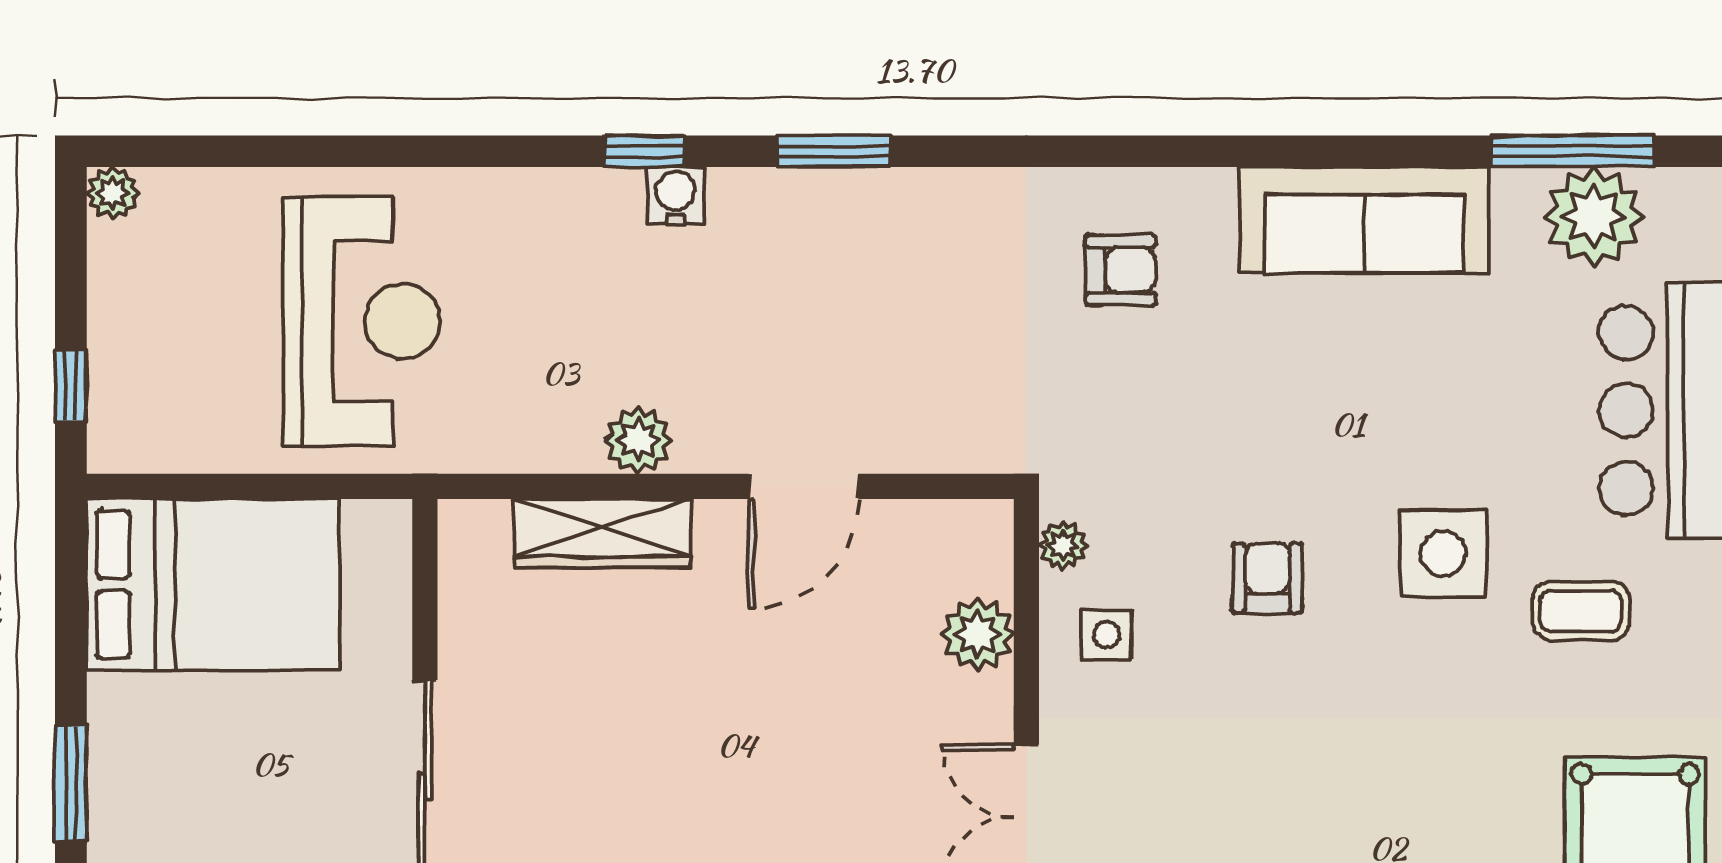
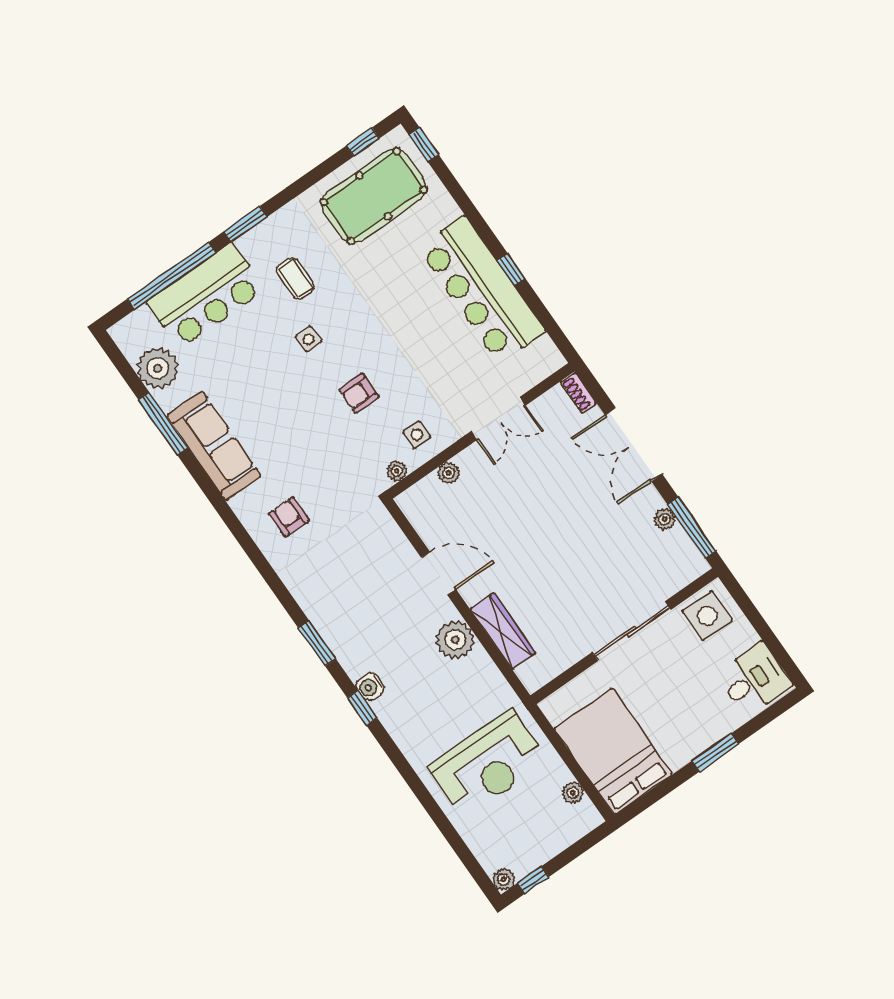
window: (1572, 151) -> (163, 424), moved
reception desk: (362, 321) -> (488, 764), turned 180
window: (71, 386) -> (533, 880), moved
plant: (638, 440) -> (455, 640), width x1.36, depth x1.36
plant: (188, 448) -> (573, 793), added
side table: (1443, 553) -> (309, 339), width x0.54, depth x0.54
plant: (978, 634) -> (449, 473), width x0.73, depth x0.73

